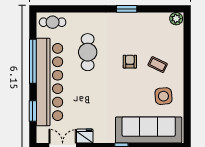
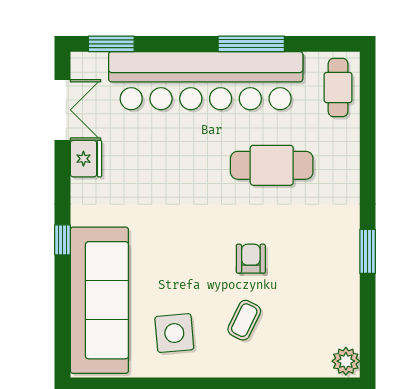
window: (33, 61) -> (251, 44), width x0.68
armchair: (130, 62) -> (251, 259), turned -90
window: (33, 111) -> (111, 44), moved

